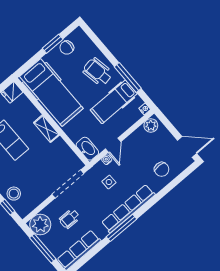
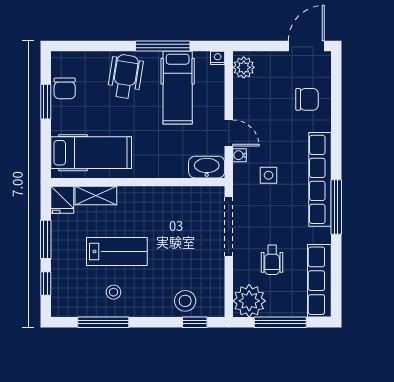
wheelchair: (98, 72) -> (125, 76), turned 109
hospital bed: (51, 92) -> (91, 153), width x0.73, depth x0.78
shelving: (46, 129) -> (96, 196), moved

